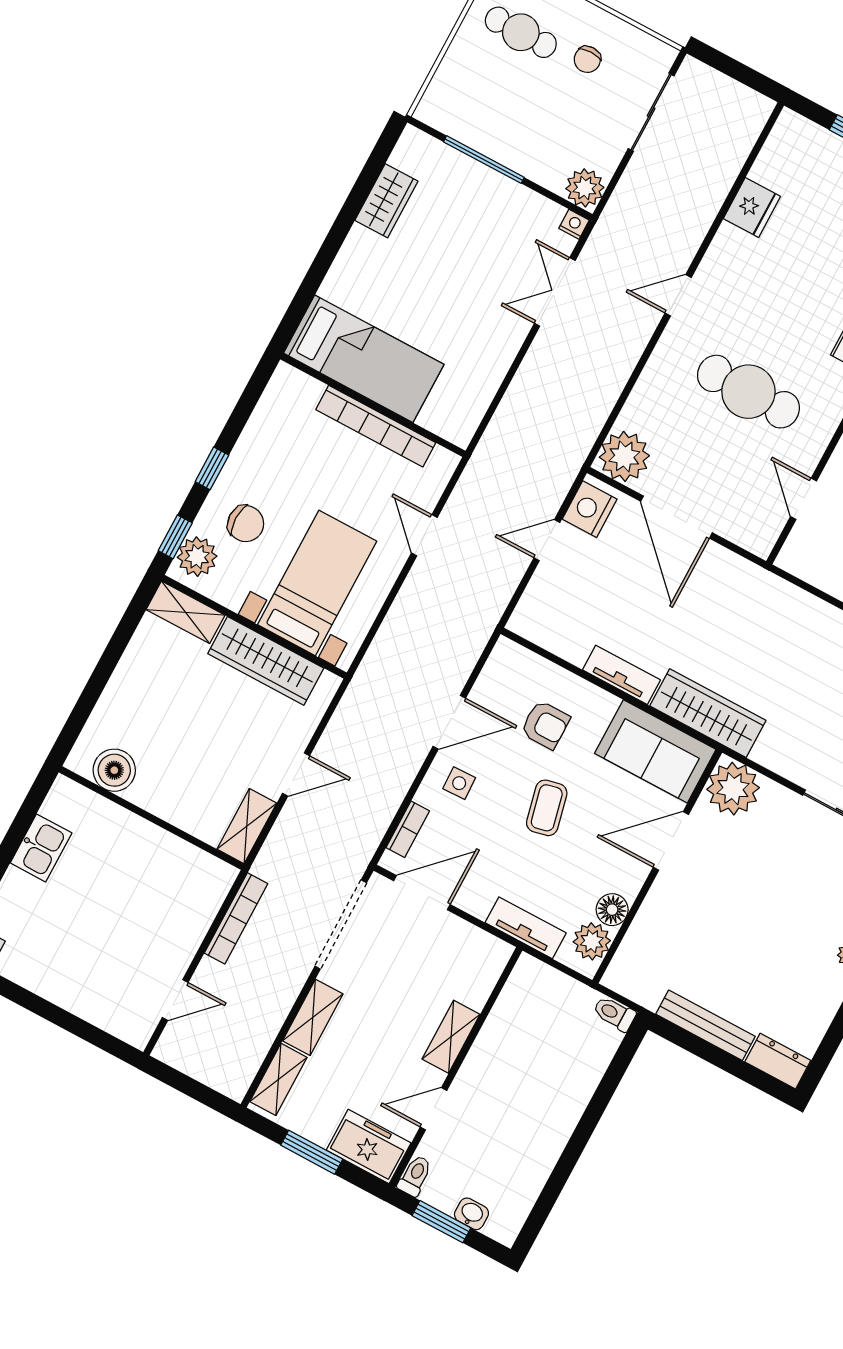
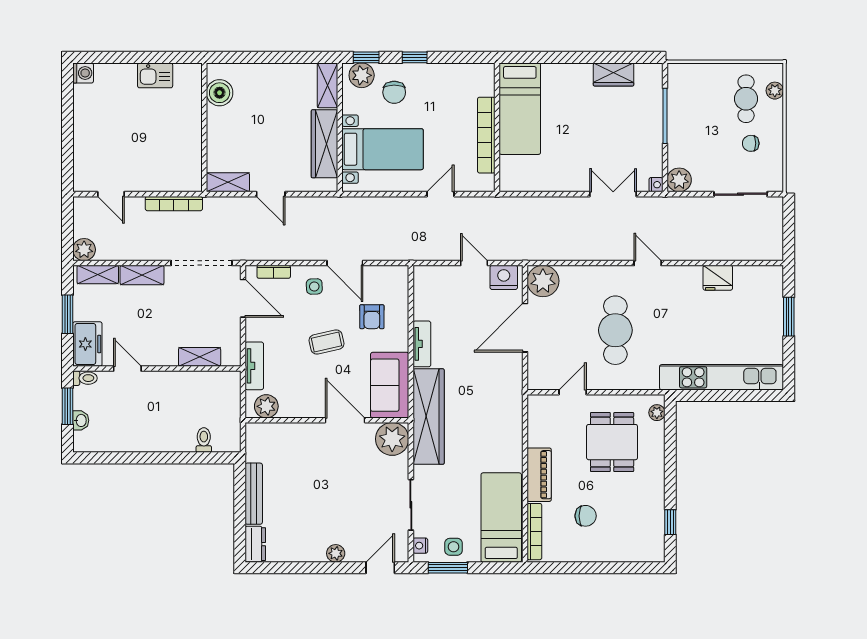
wardrobe: (708, 713) -> (429, 417), width x1.40, depth x1.17
floor lamp: (612, 910) -> (290, 408), removed
toilet: (614, 1014) -> (204, 440), moved
shelving: (451, 1037) -> (200, 357), moved
plant: (233, 1080) -> (84, 250), added

